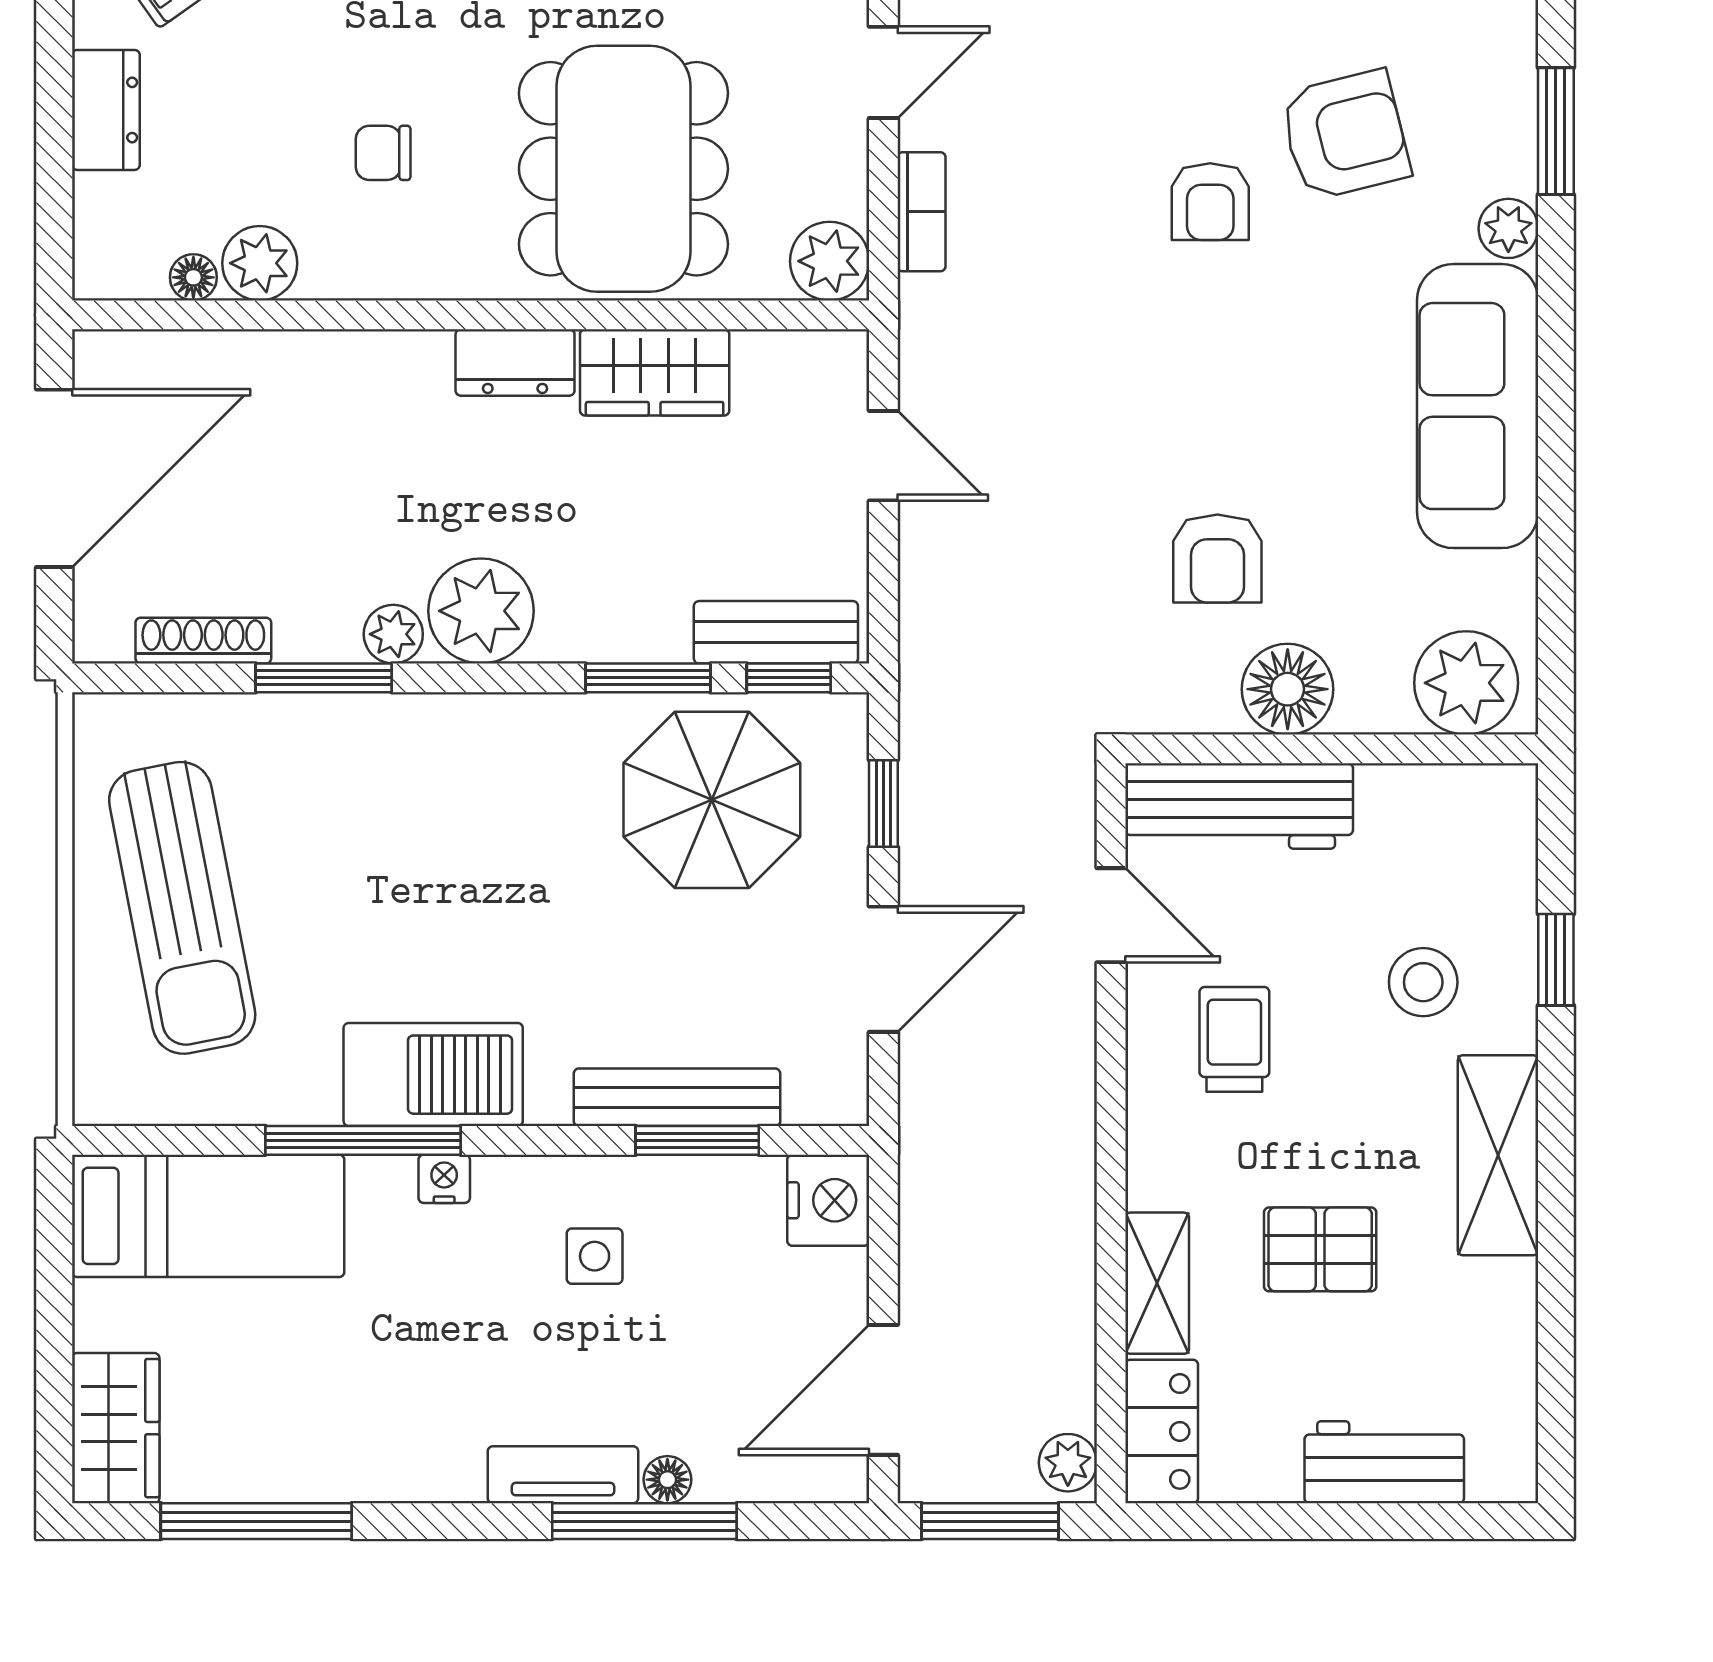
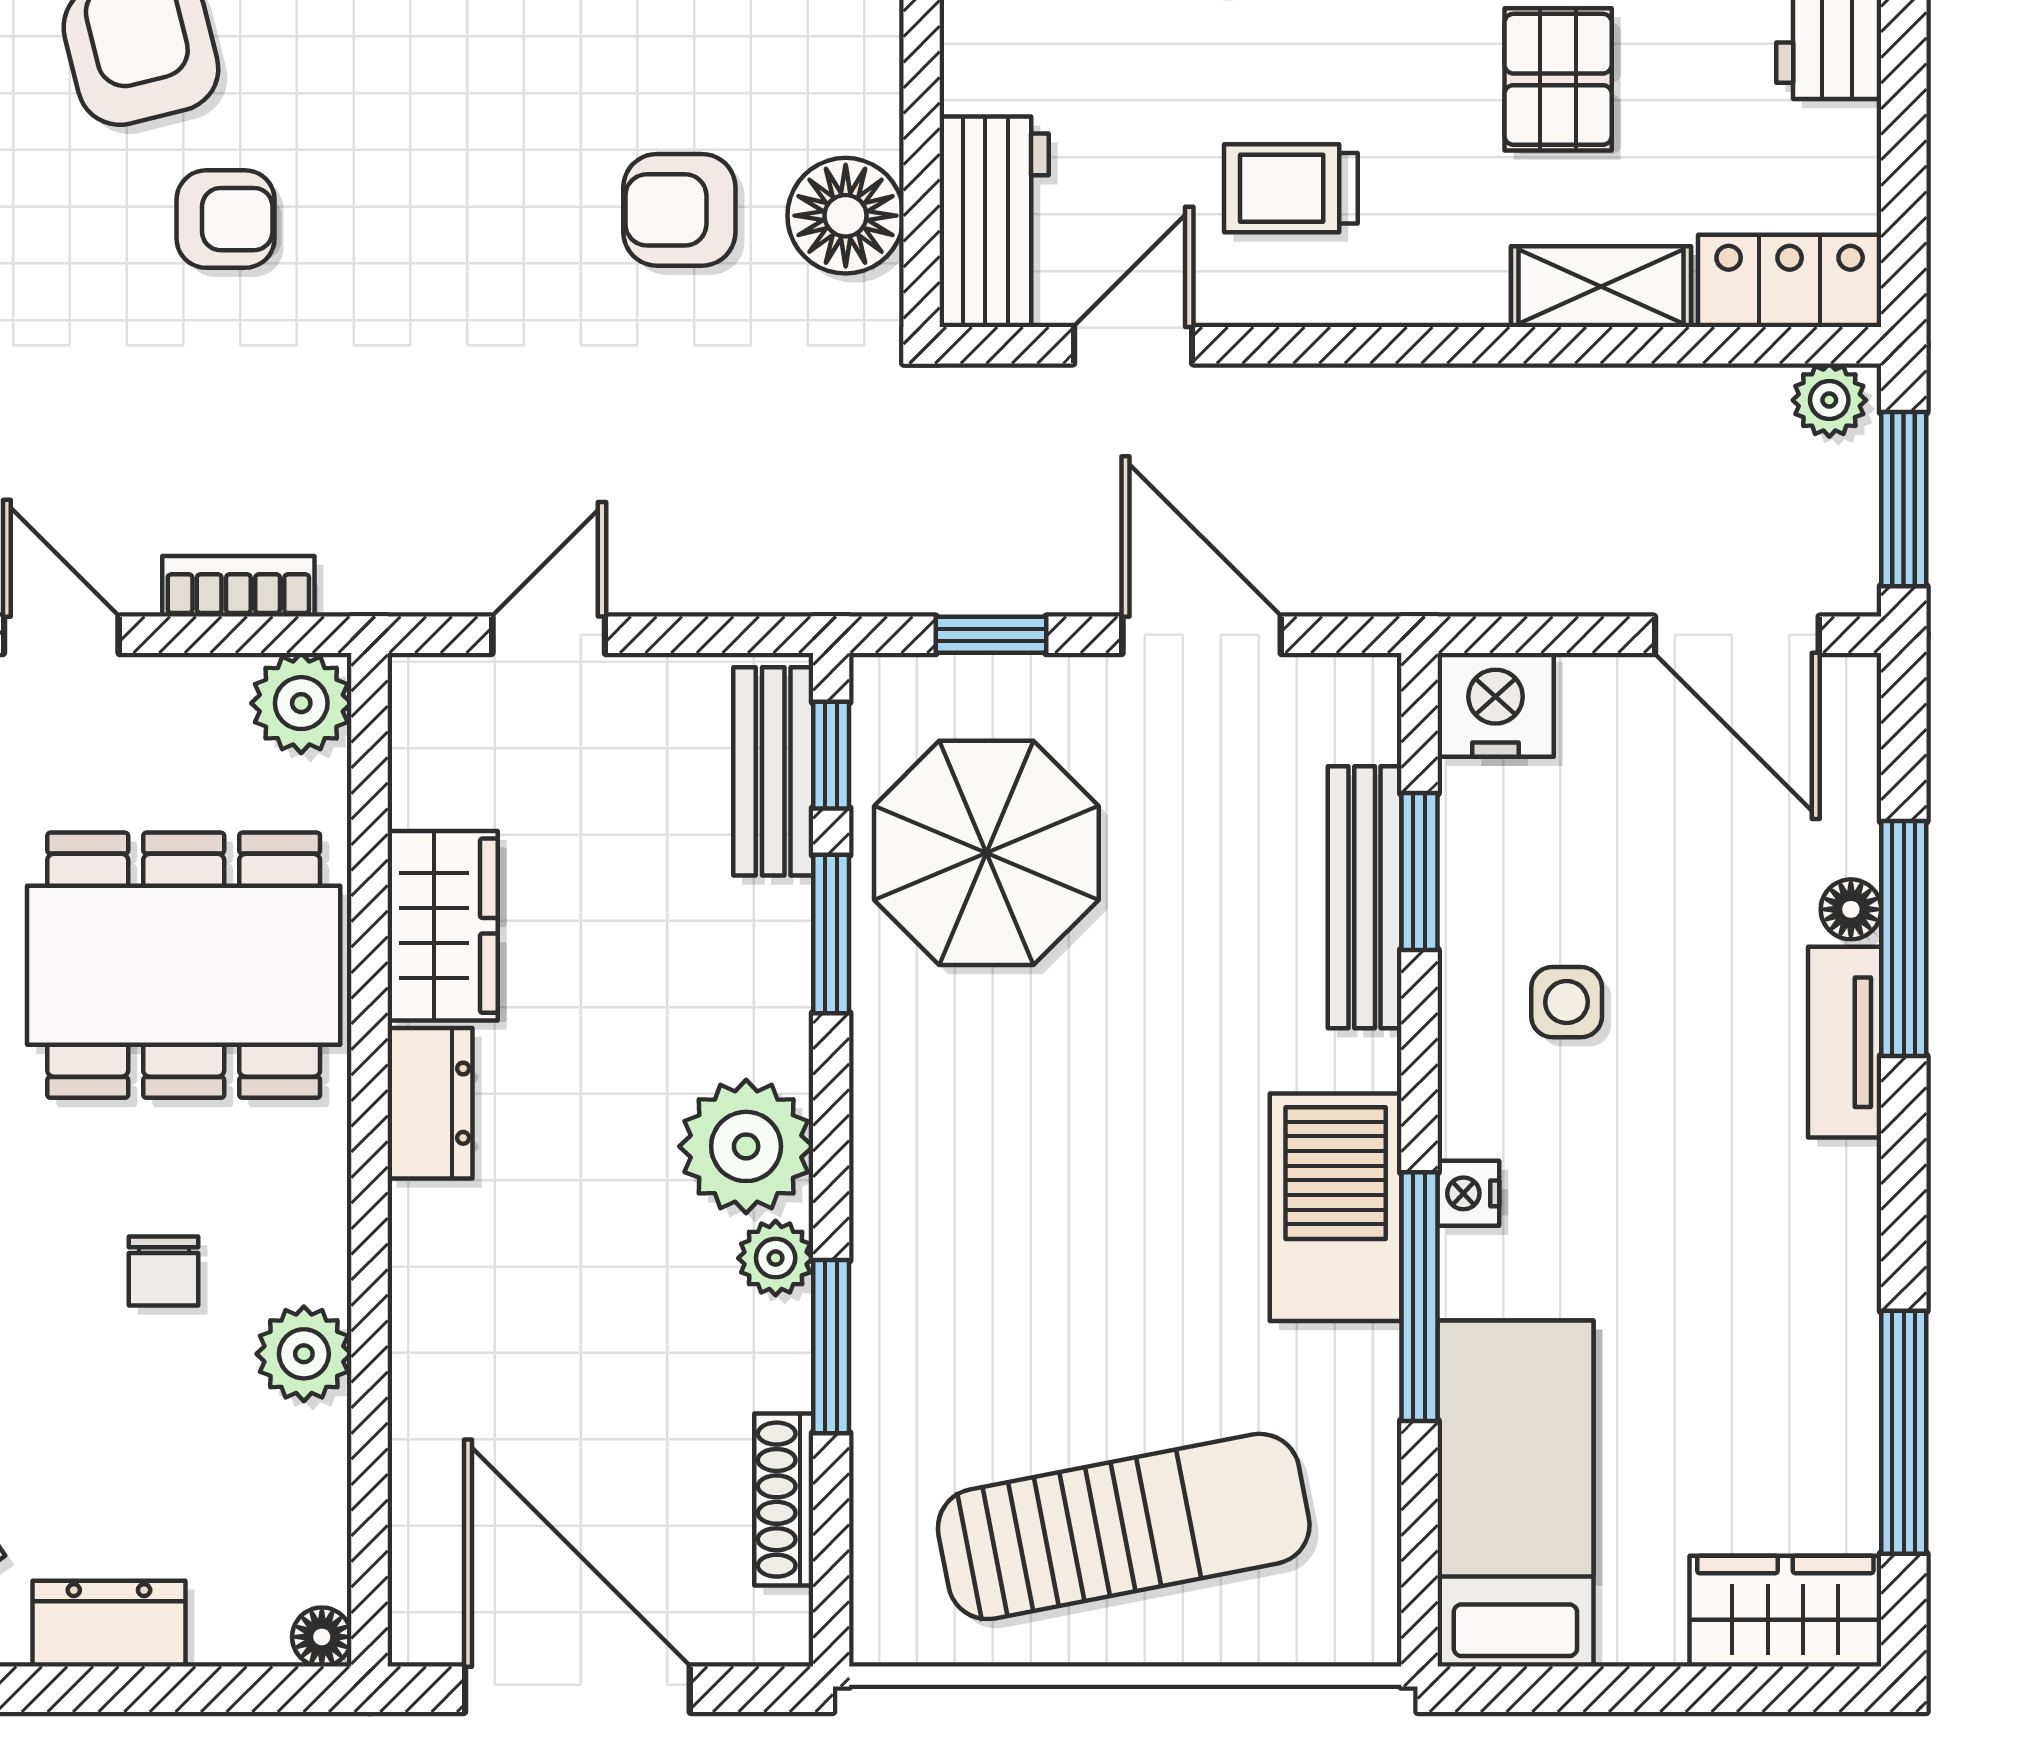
plant: (260, 263) -> (304, 1354), moved
floor lamp: (193, 277) -> (322, 1637), moved
armchair: (1217, 559) -> (679, 210), turned 180
floor lamp: (1288, 689) -> (846, 216), moved
workbench: (1239, 806) -> (994, 222), width x0.73

